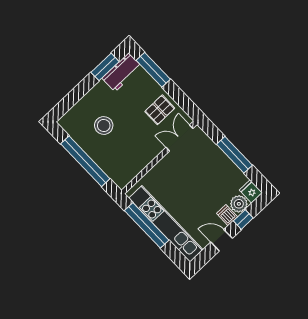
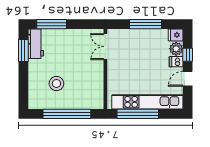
pallet: (160, 110) -> (78, 43), removed

